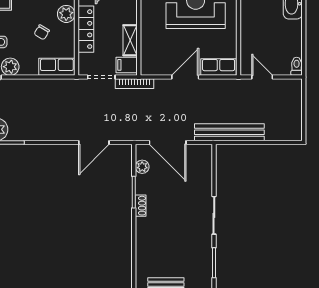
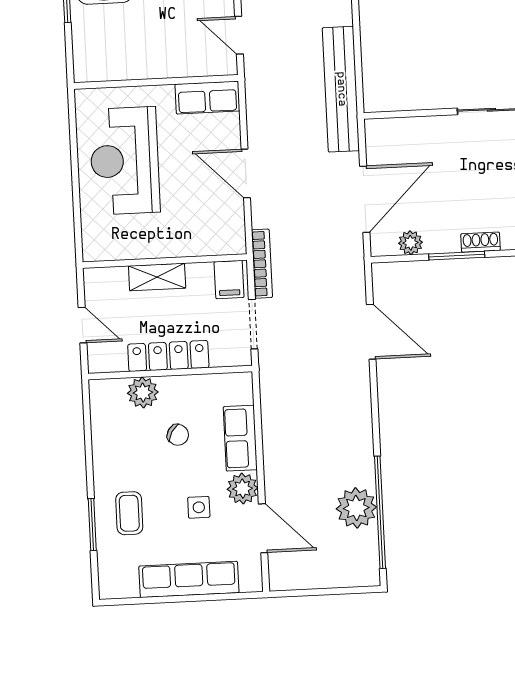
shelving: (130, 40) -> (157, 277), moved
row of seats: (57, 67) -> (240, 438), moved
row of seats: (219, 67) -> (207, 98), moved, turned -90
door: (262, 77) -> (239, 35), hinge flipped

